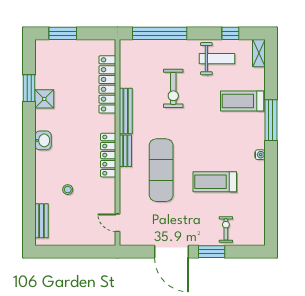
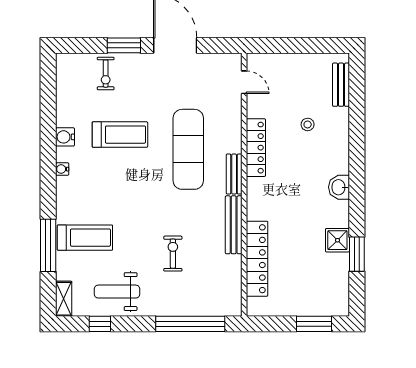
exercise bike: (173, 88) -> (173, 254), width x0.73, depth x0.72
window: (271, 120) -> (48, 245), moved
locker: (108, 155) -> (256, 148), moved
water cooler: (258, 180) -> (65, 137), added

